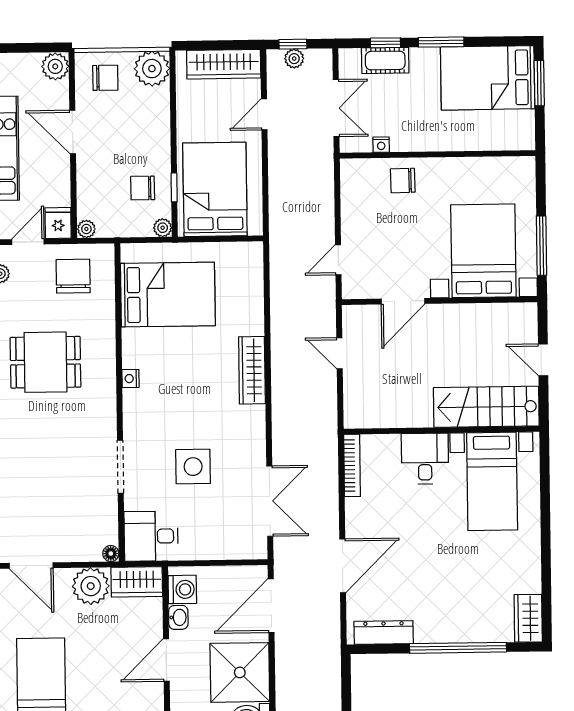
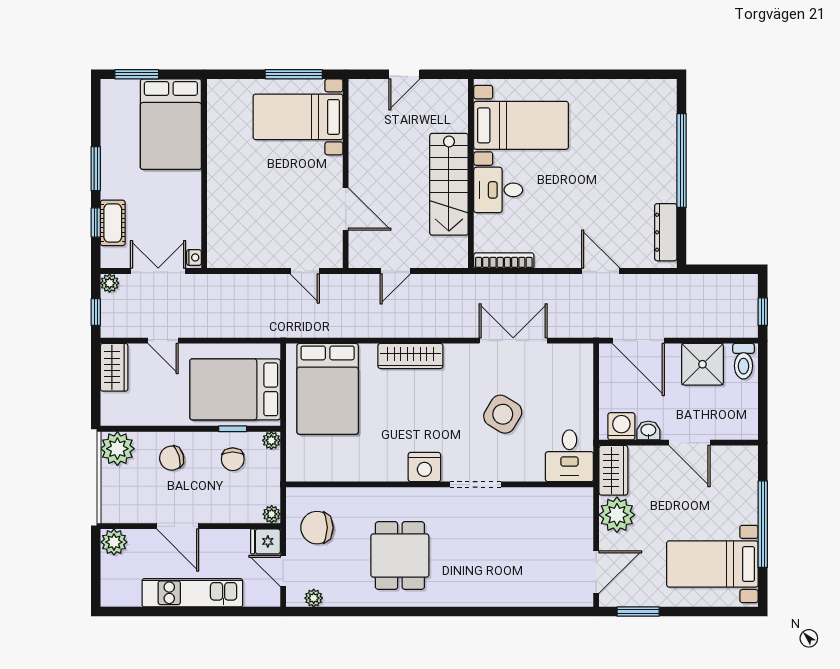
plant: (294, 59) -> (110, 283), moved
wardrobe: (224, 64) -> (114, 367), width x0.67
chair: (105, 78) -> (172, 458), moved, turned -106
bed: (488, 78) -> (171, 124), moved
door: (73, 132) -> (178, 526), hinge flipped
nightstand: (381, 145) -> (194, 257), moved
chair: (403, 181) -> (229, 208), removed
bed with nightstands: (483, 251) -> (298, 117), width x0.73
bed: (168, 295) -> (328, 389), moved, turned 180
nightstand: (131, 379) -> (424, 467), width x1.89, depth x1.79
stairs: (486, 407) -> (449, 184), moved
doorway: (120, 467) -> (475, 484), moved
side table: (193, 467) -> (503, 414), turned 31
double door: (270, 501) -> (513, 341), moved
floor lamp: (111, 554) -> (586, 495), removed
door: (343, 566) -> (601, 271), width x0.73
wardrobe: (528, 618) -> (654, 92), removed
shower: (240, 672) -> (702, 364), width x0.73, depth x0.73

